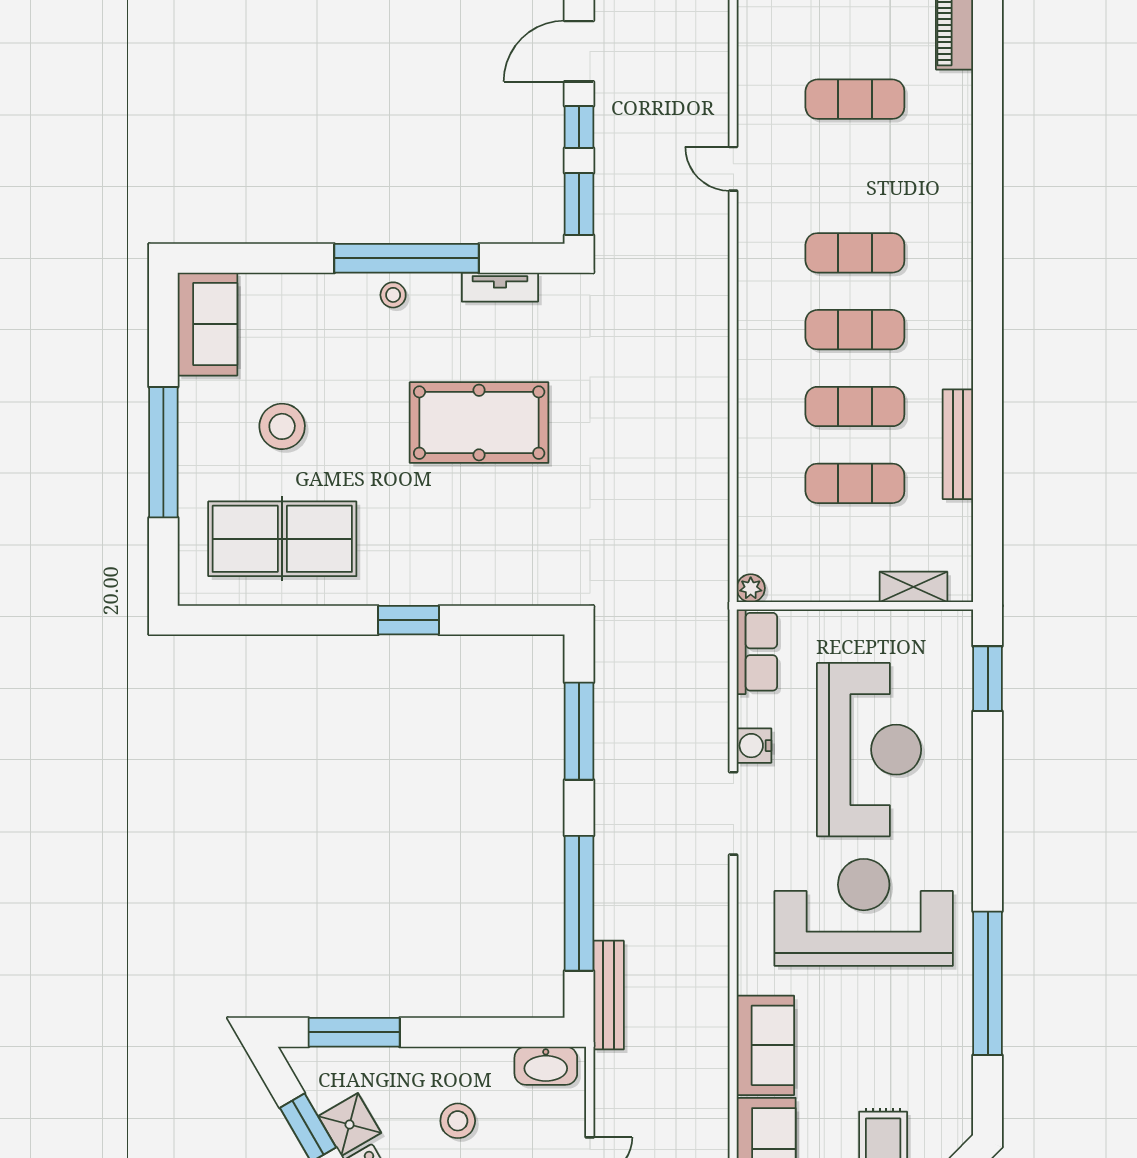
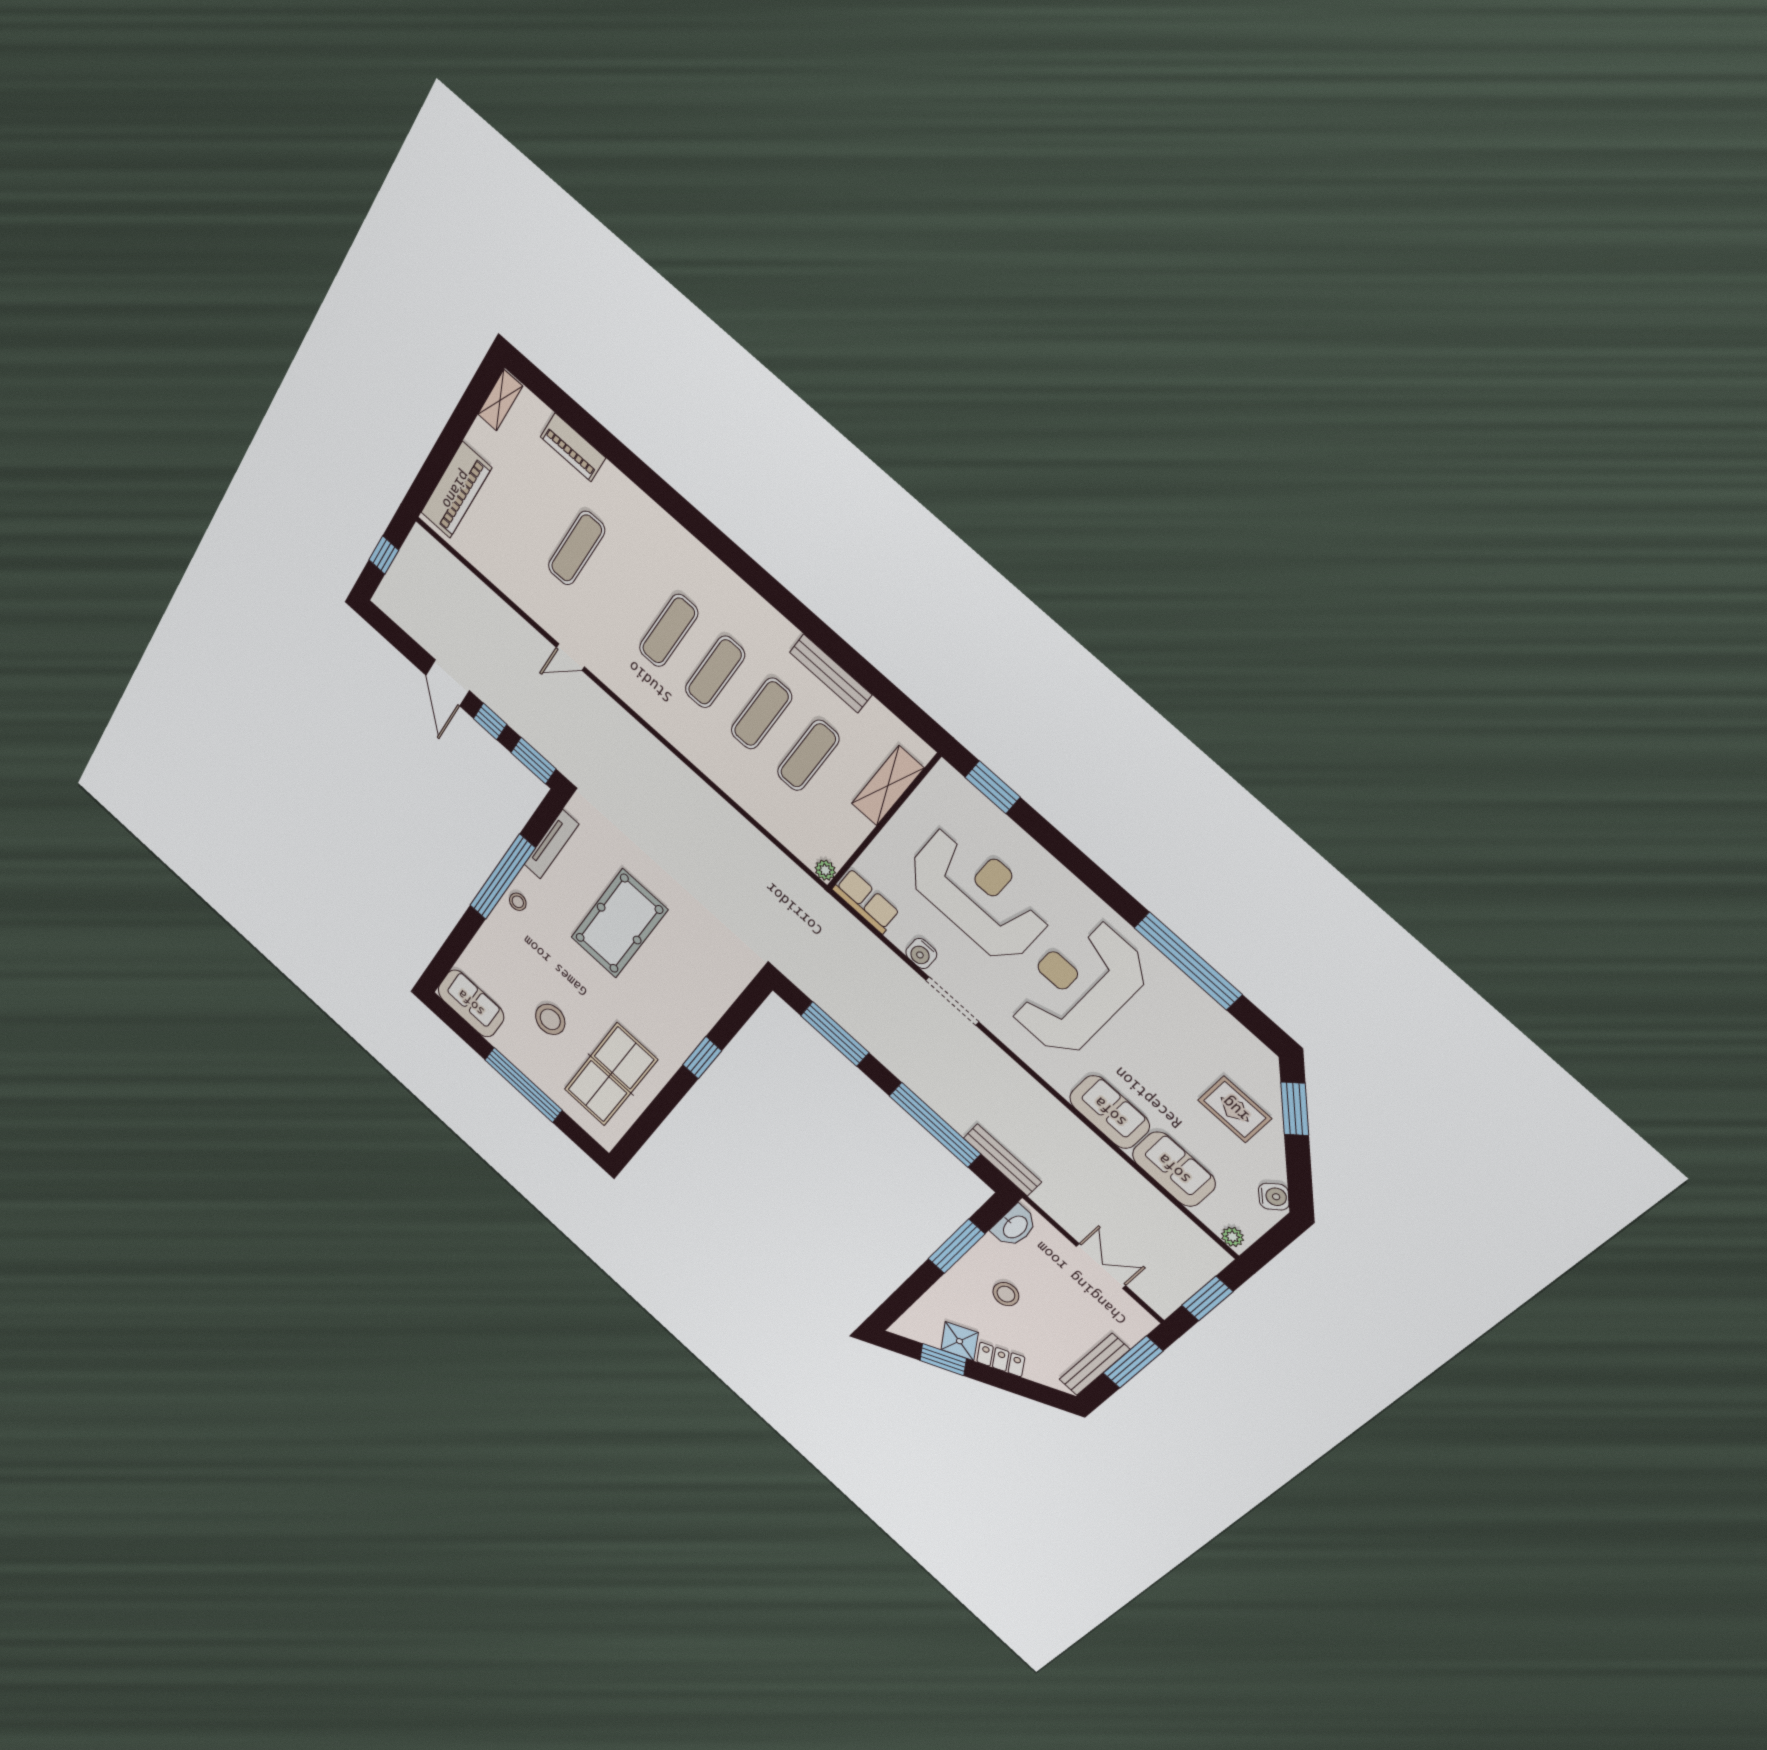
tv unit: (500, 287) -> (551, 844), width x1.41
shelving: (913, 587) -> (888, 786), width x1.50, depth x1.33
window: (354, 1032) -> (956, 1246), moved

